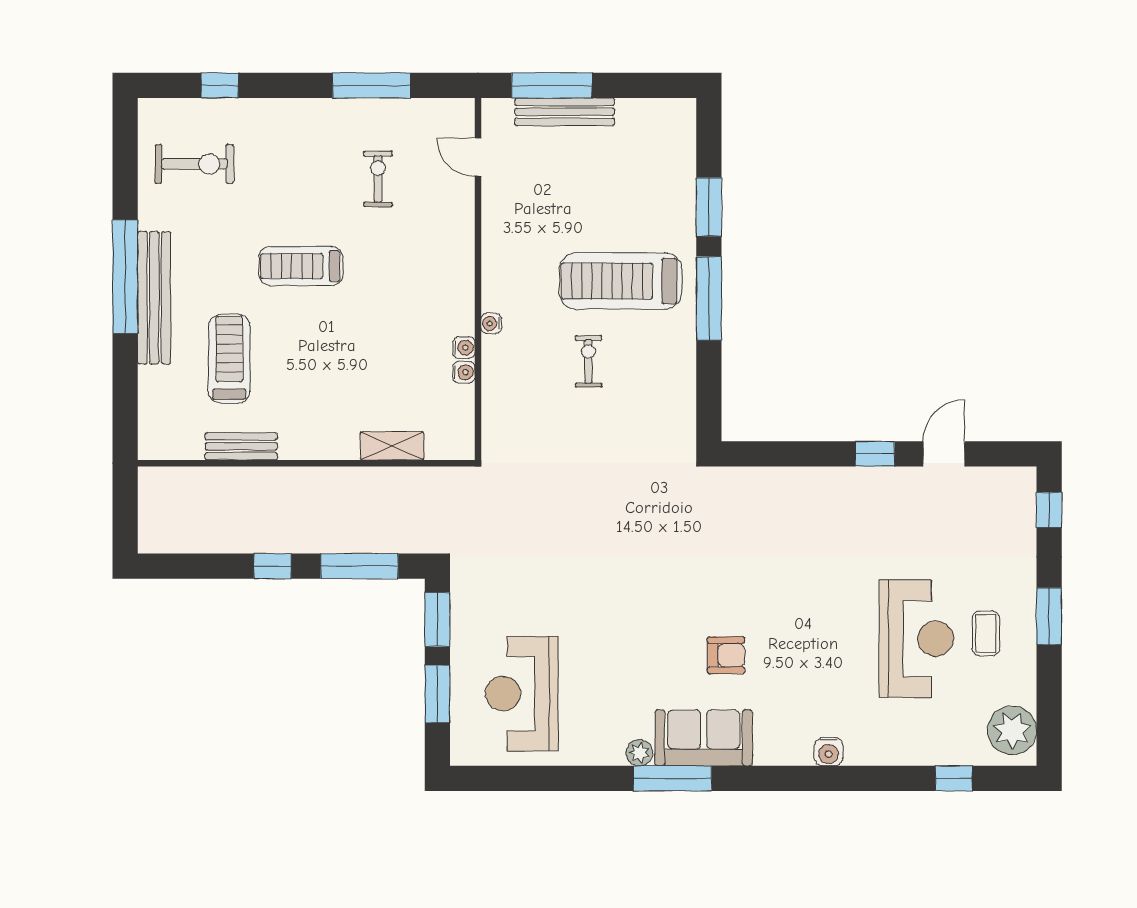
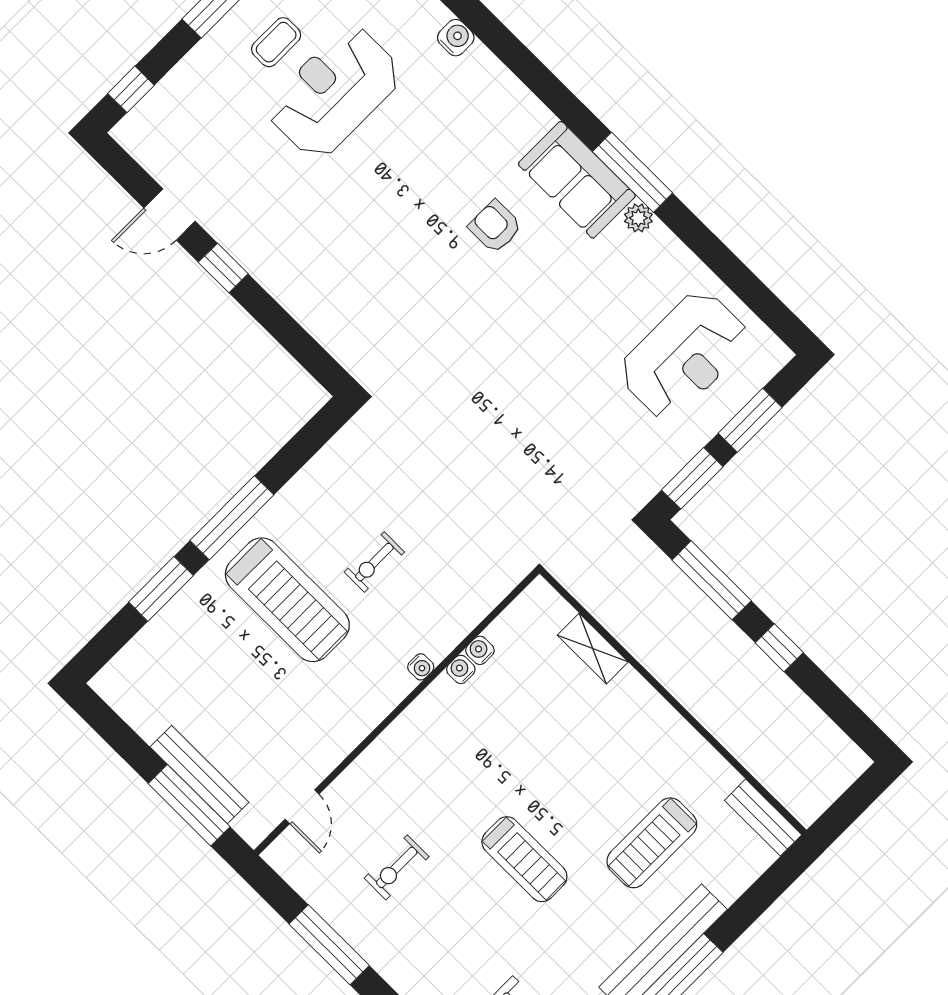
bench: (241, 446) -> (763, 818), moved
water cooler: (829, 752) -> (456, 38), moved

